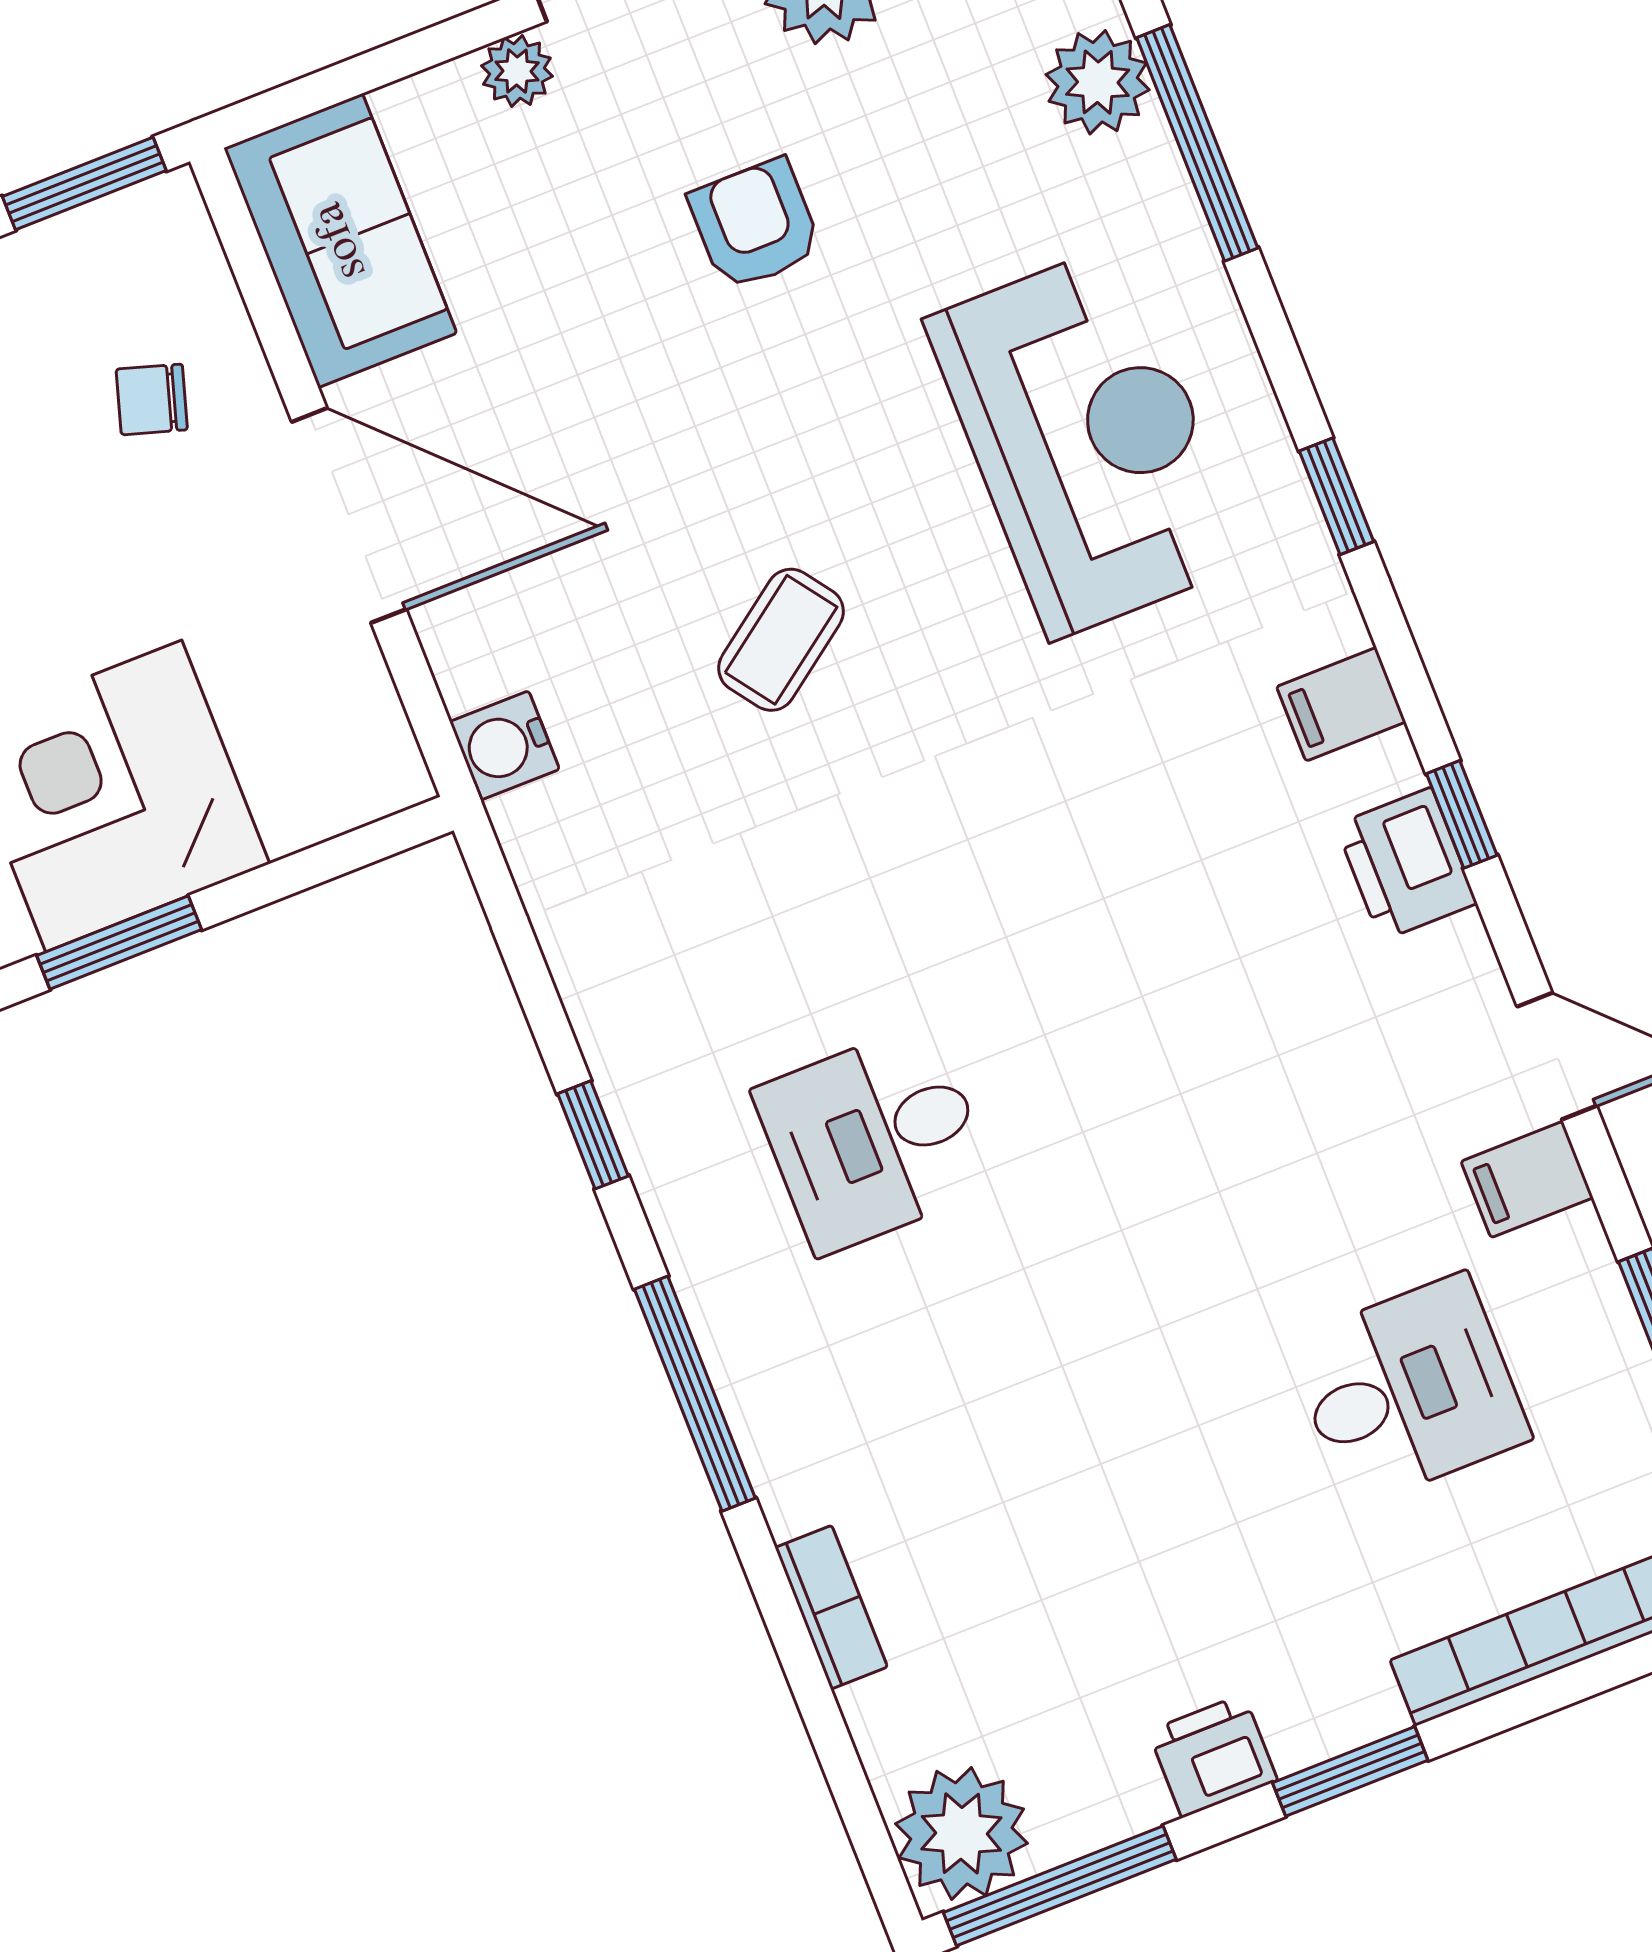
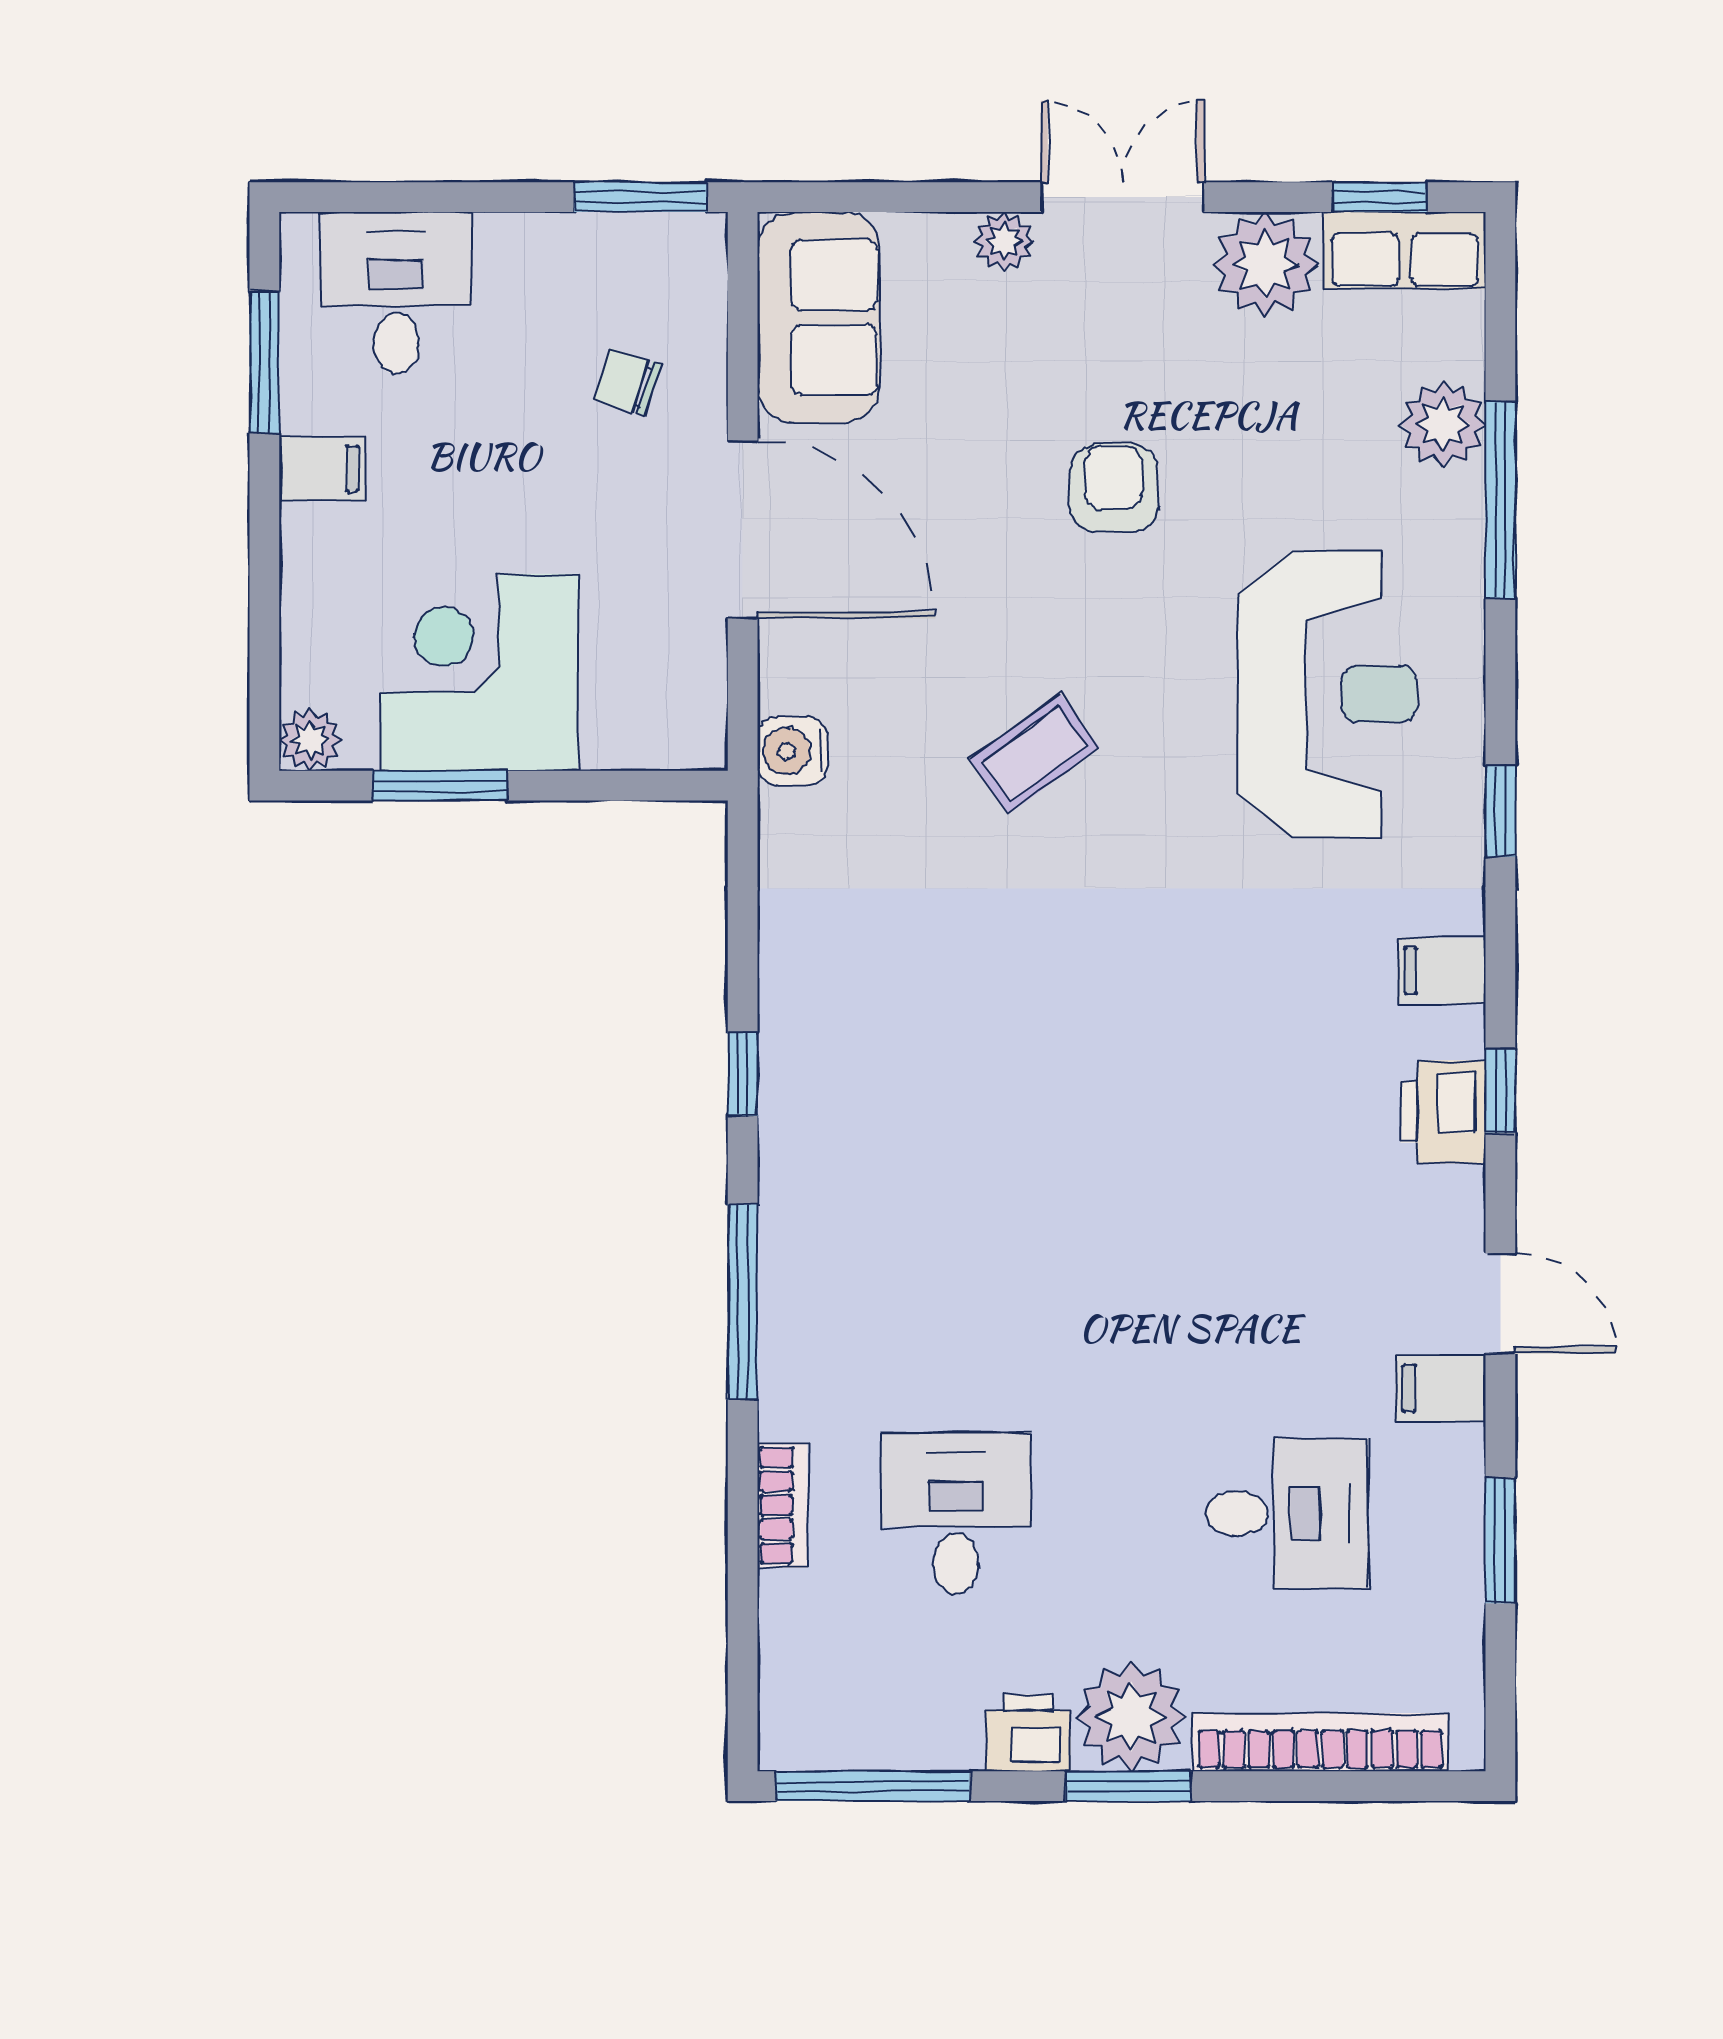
armchair: (755, 224) -> (1114, 488), moved
desk: (874, 1138) -> (956, 1513), moved, turned 90
plant: (961, 1833) -> (1131, 1717), moved

